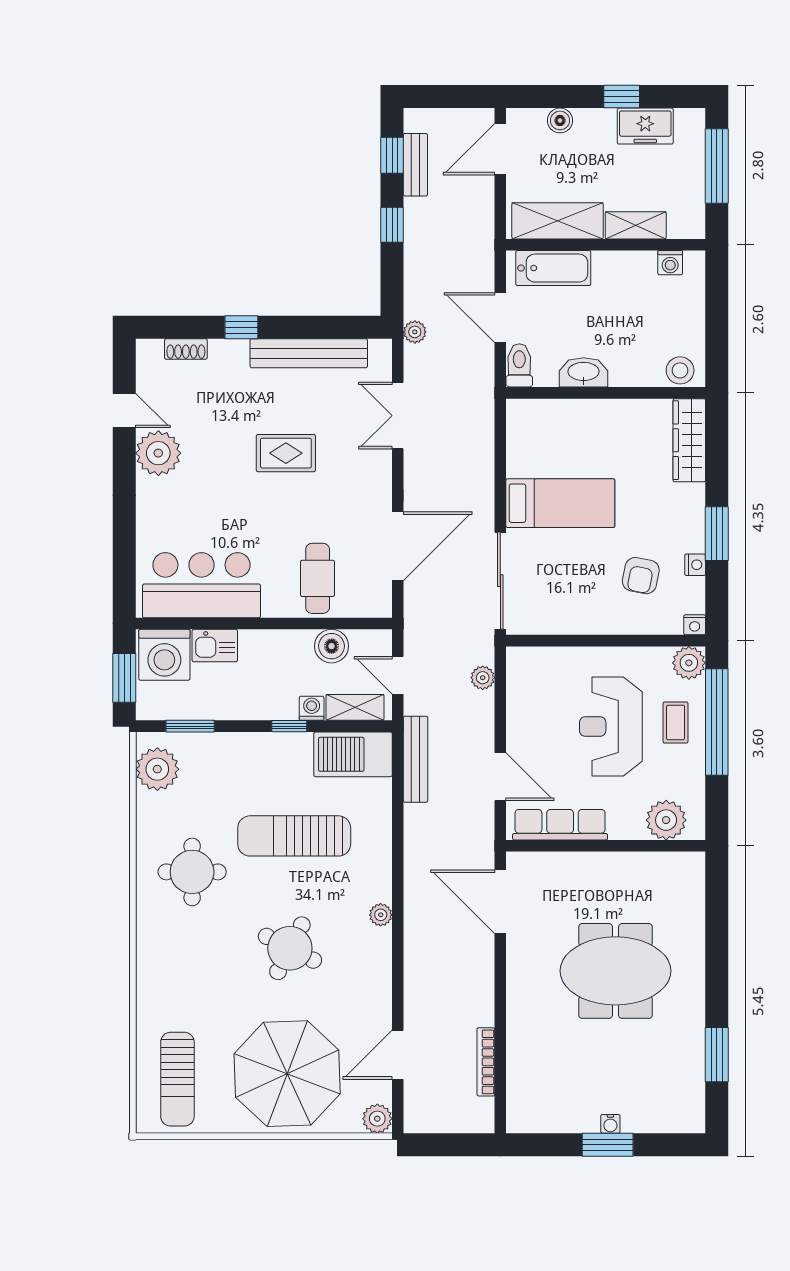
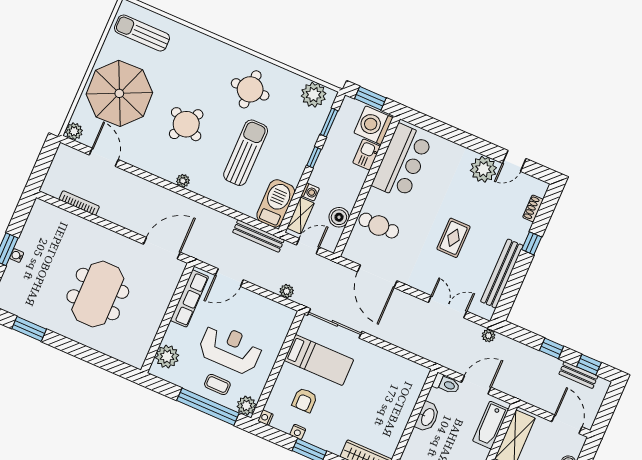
bed: (560, 503) -> (319, 360), moved, turned -90
armchair: (641, 576) -> (305, 400), turned -101
window: (289, 726) -> (314, 157), moved

